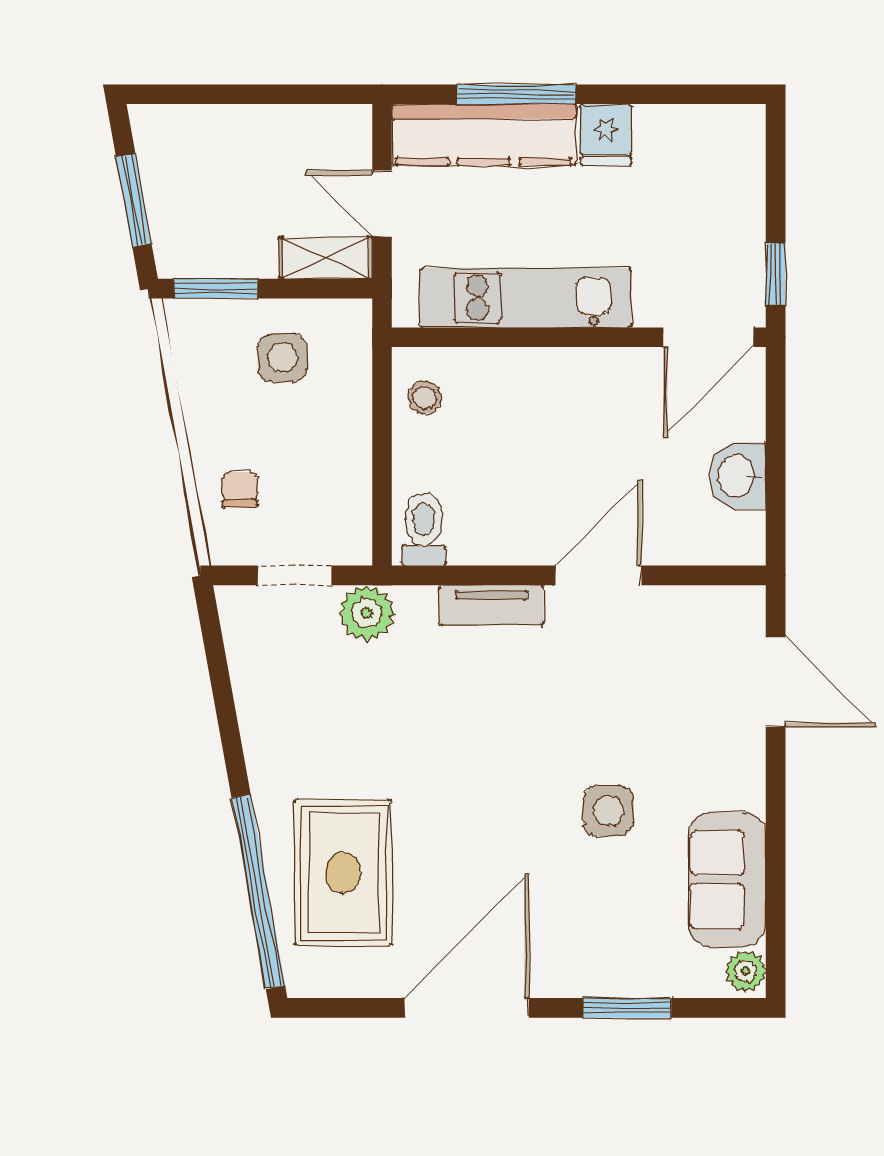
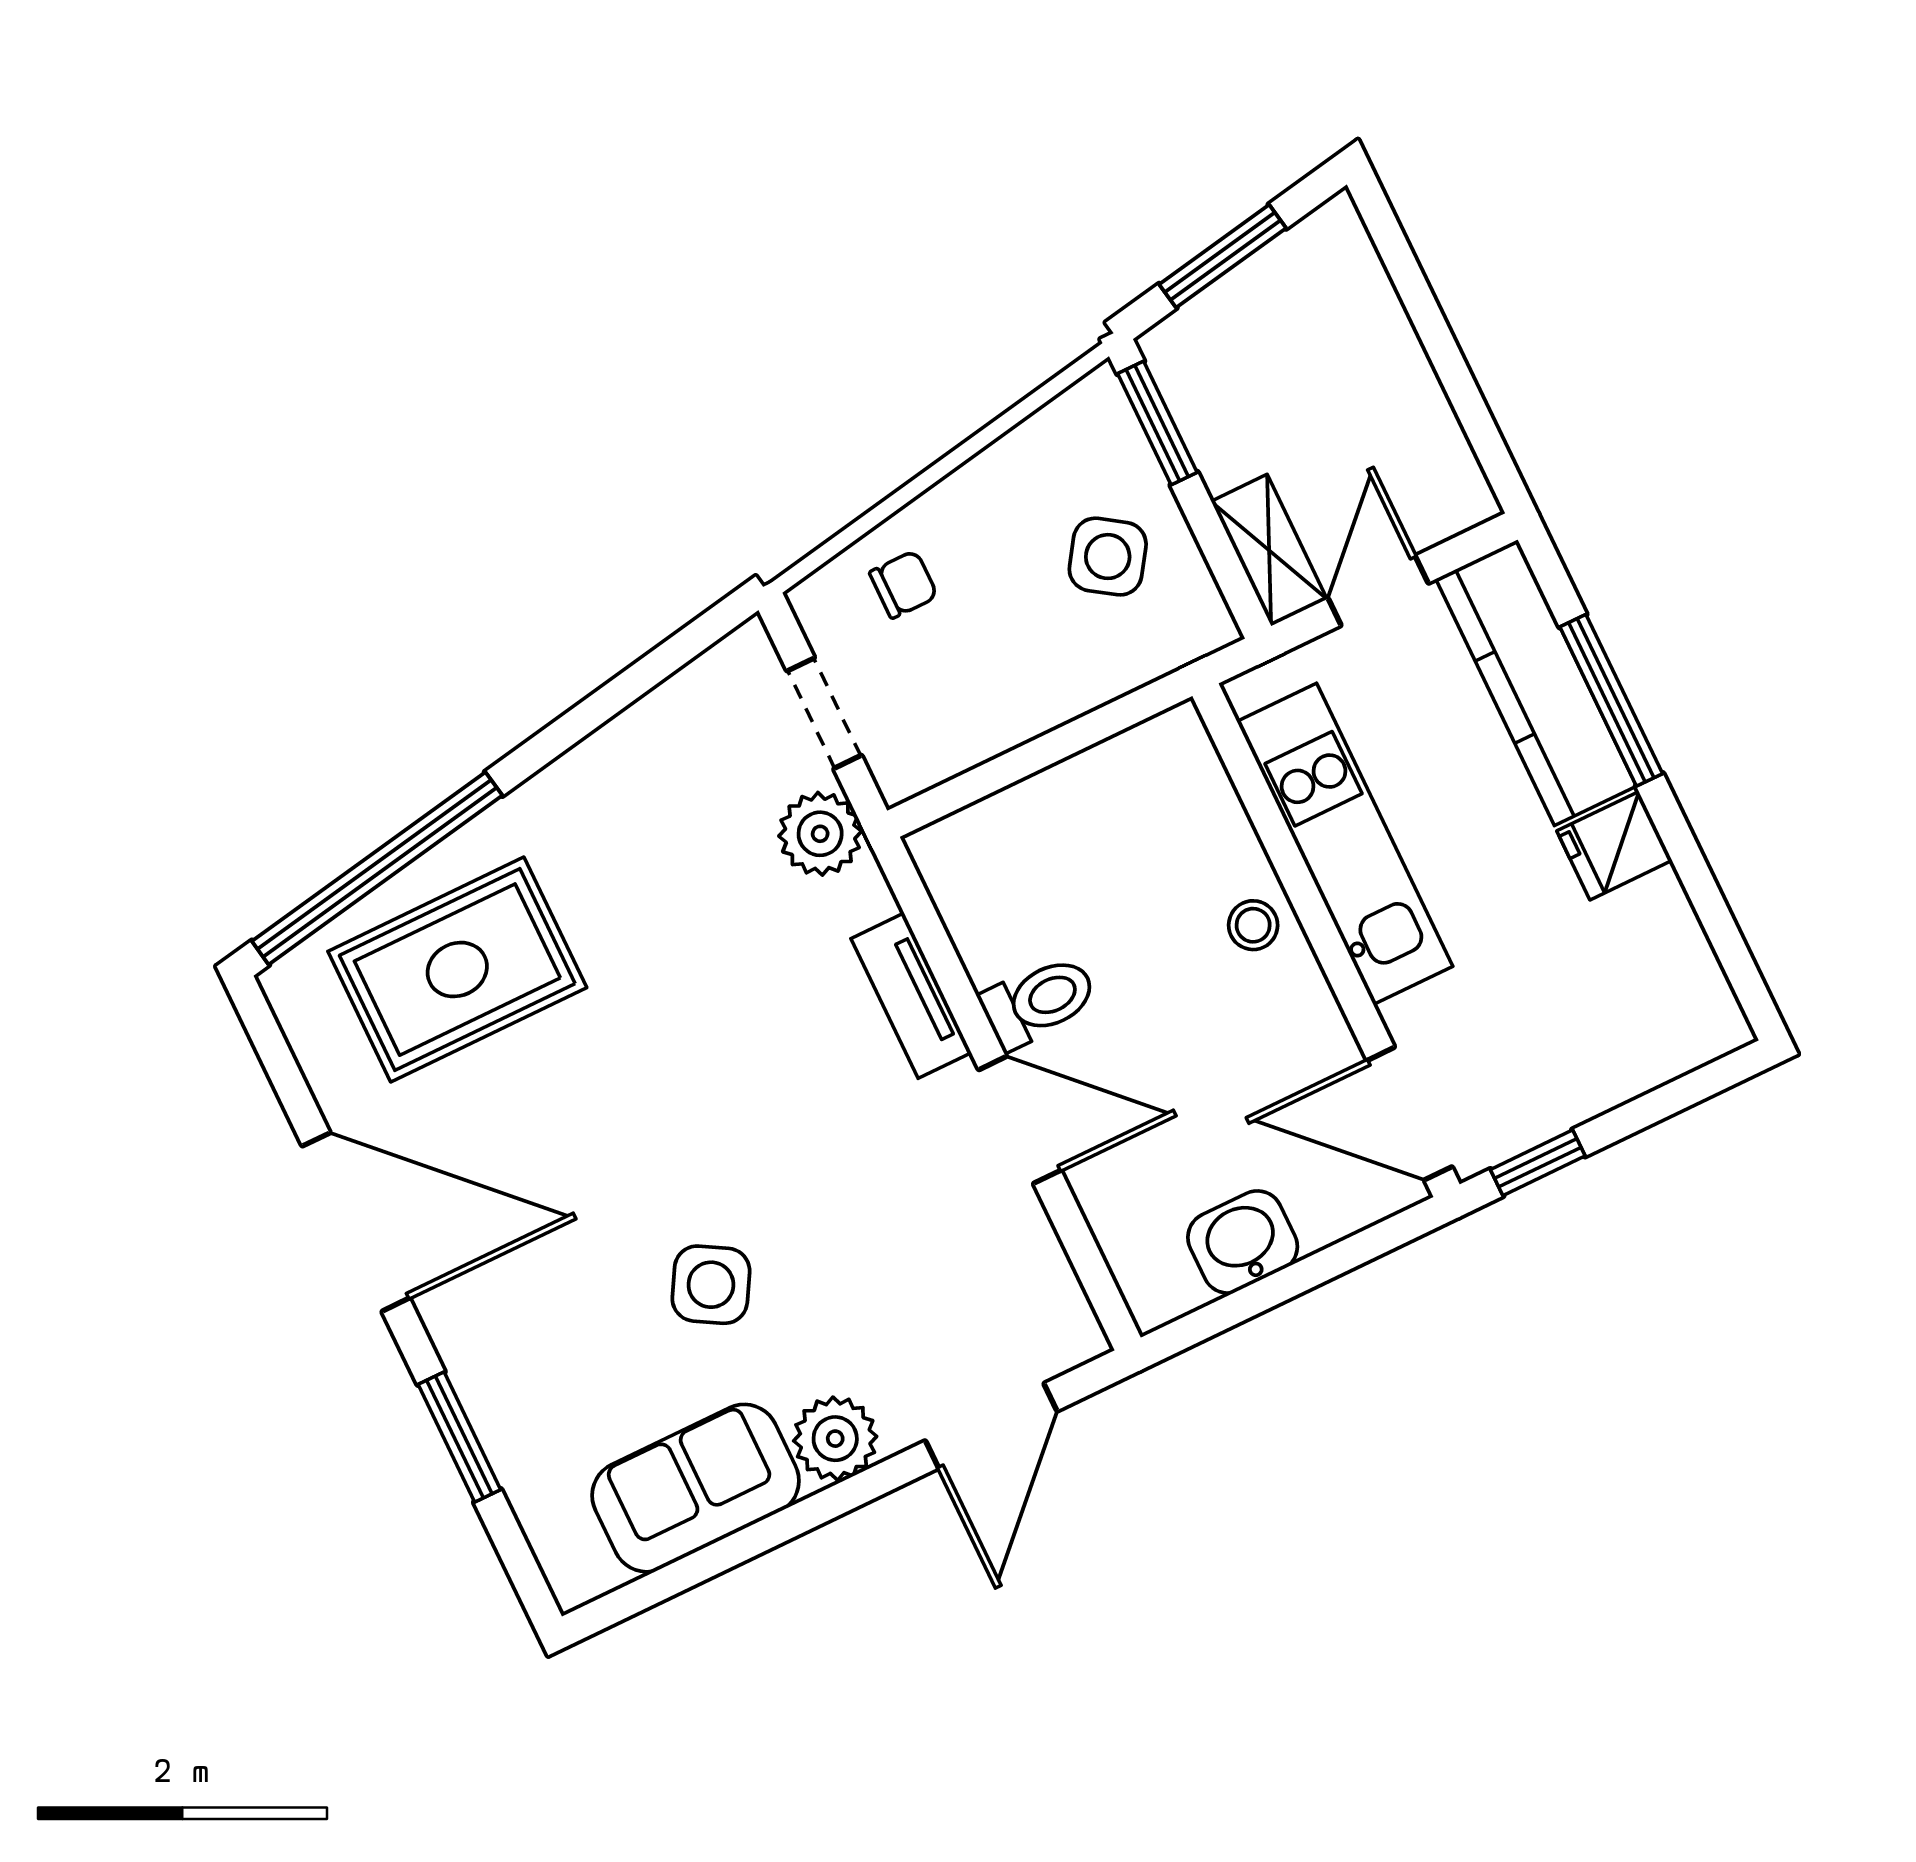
side table: (282, 358) -> (1108, 557), turned 34
stool: (425, 397) -> (1253, 925), moved
toilet: (424, 529) -> (1039, 1001), moved
side table: (608, 811) -> (711, 1285), turned 30
plant: (746, 971) -> (835, 1439), moved, width x1.38, depth x1.38

